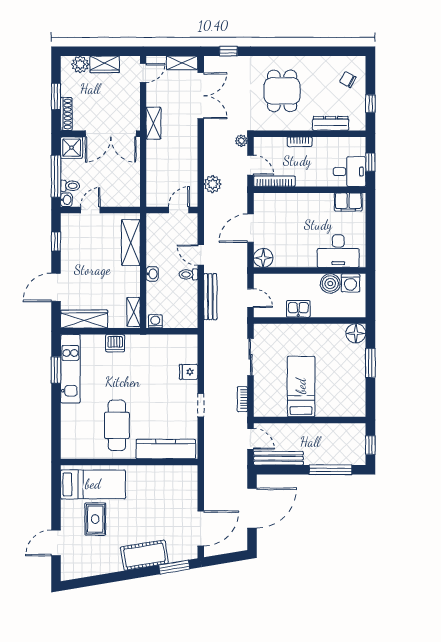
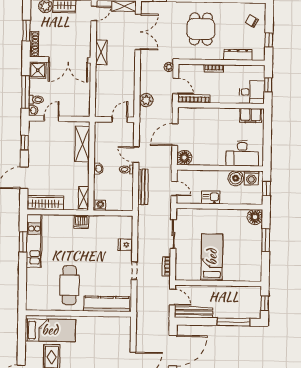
window: (370, 296) -> (266, 189), added
dishwasher: (115, 343) -> (81, 222), moved

